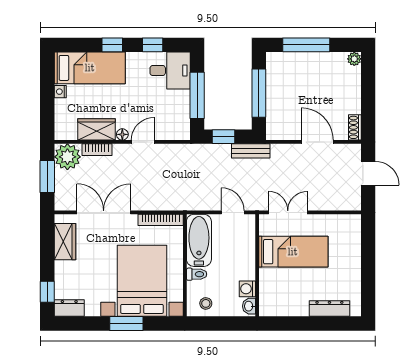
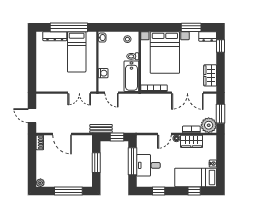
window: (112, 45) -> (194, 191), moved
desk: (170, 71) -> (148, 165), moved
window: (259, 93) -> (96, 163), width x0.69
bed: (293, 252) -> (77, 52), moved, turned -90
washing machine: (247, 289) -> (103, 73), moved
window: (126, 323) -> (191, 27), moved
window: (306, 323) -> (69, 27), added

